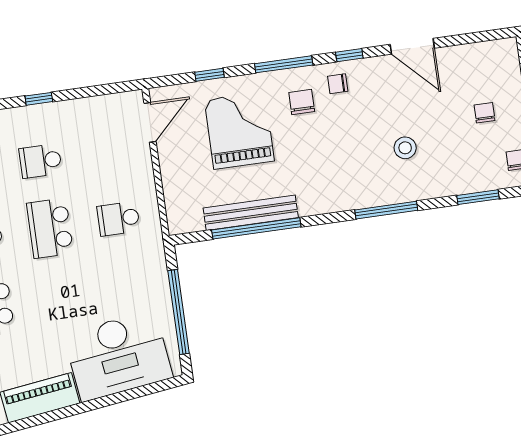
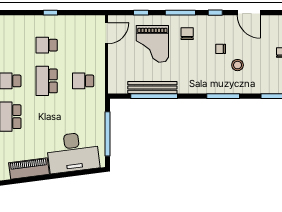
chair: (338, 84) -> (221, 49), moved
grand piano: (239, 130) -> (152, 44), turned 180

